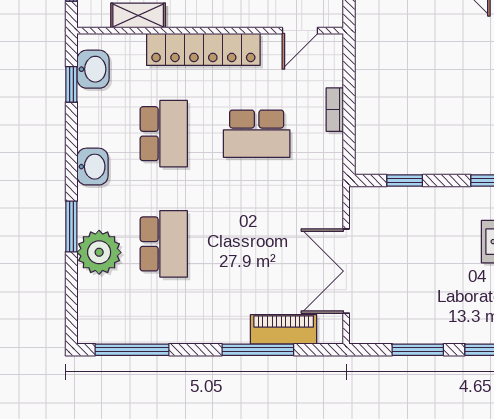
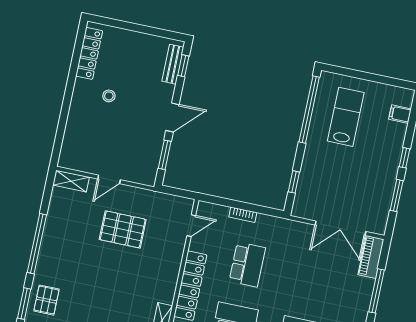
door: (300, 31) -> (191, 226), hinge flipped
piano: (284, 329) -> (371, 257), moved

